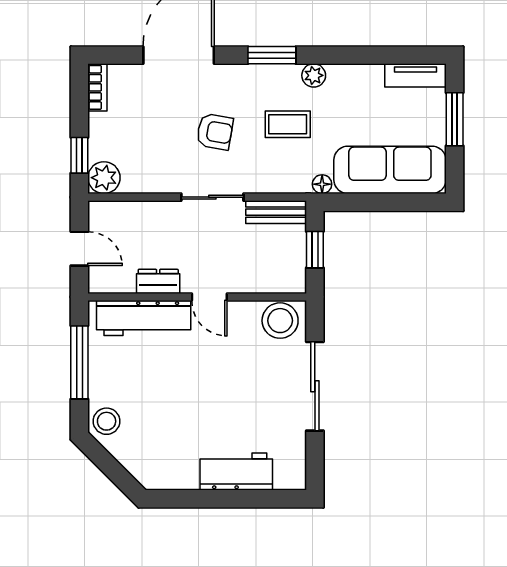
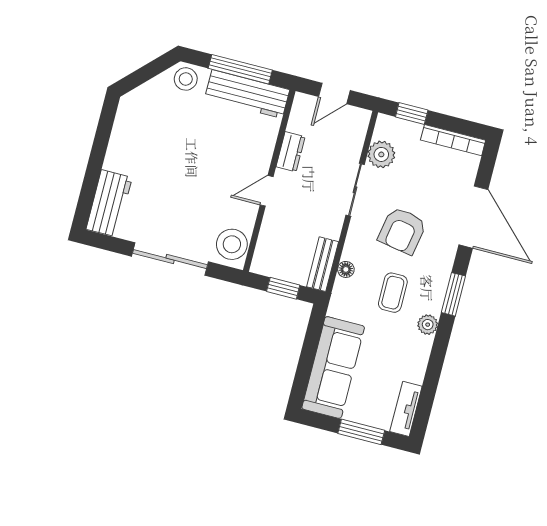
bookcase: (97, 87) -> (453, 140), width x1.56
armchair: (215, 132) -> (402, 231), width x1.38, depth x1.38
plant: (104, 178) -> (381, 154), moved
floor lamp: (322, 184) -> (346, 269), moved
sliding door: (212, 197) -> (355, 190), moved
workbench: (144, 318) -> (247, 94), moved, turned -90
workbench: (236, 472) -> (109, 203), moved

